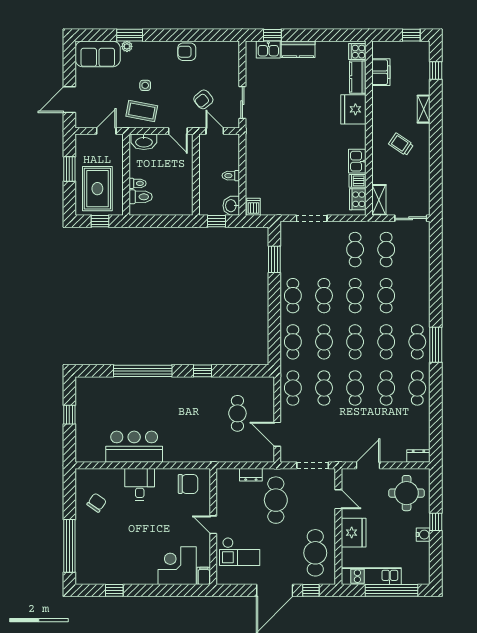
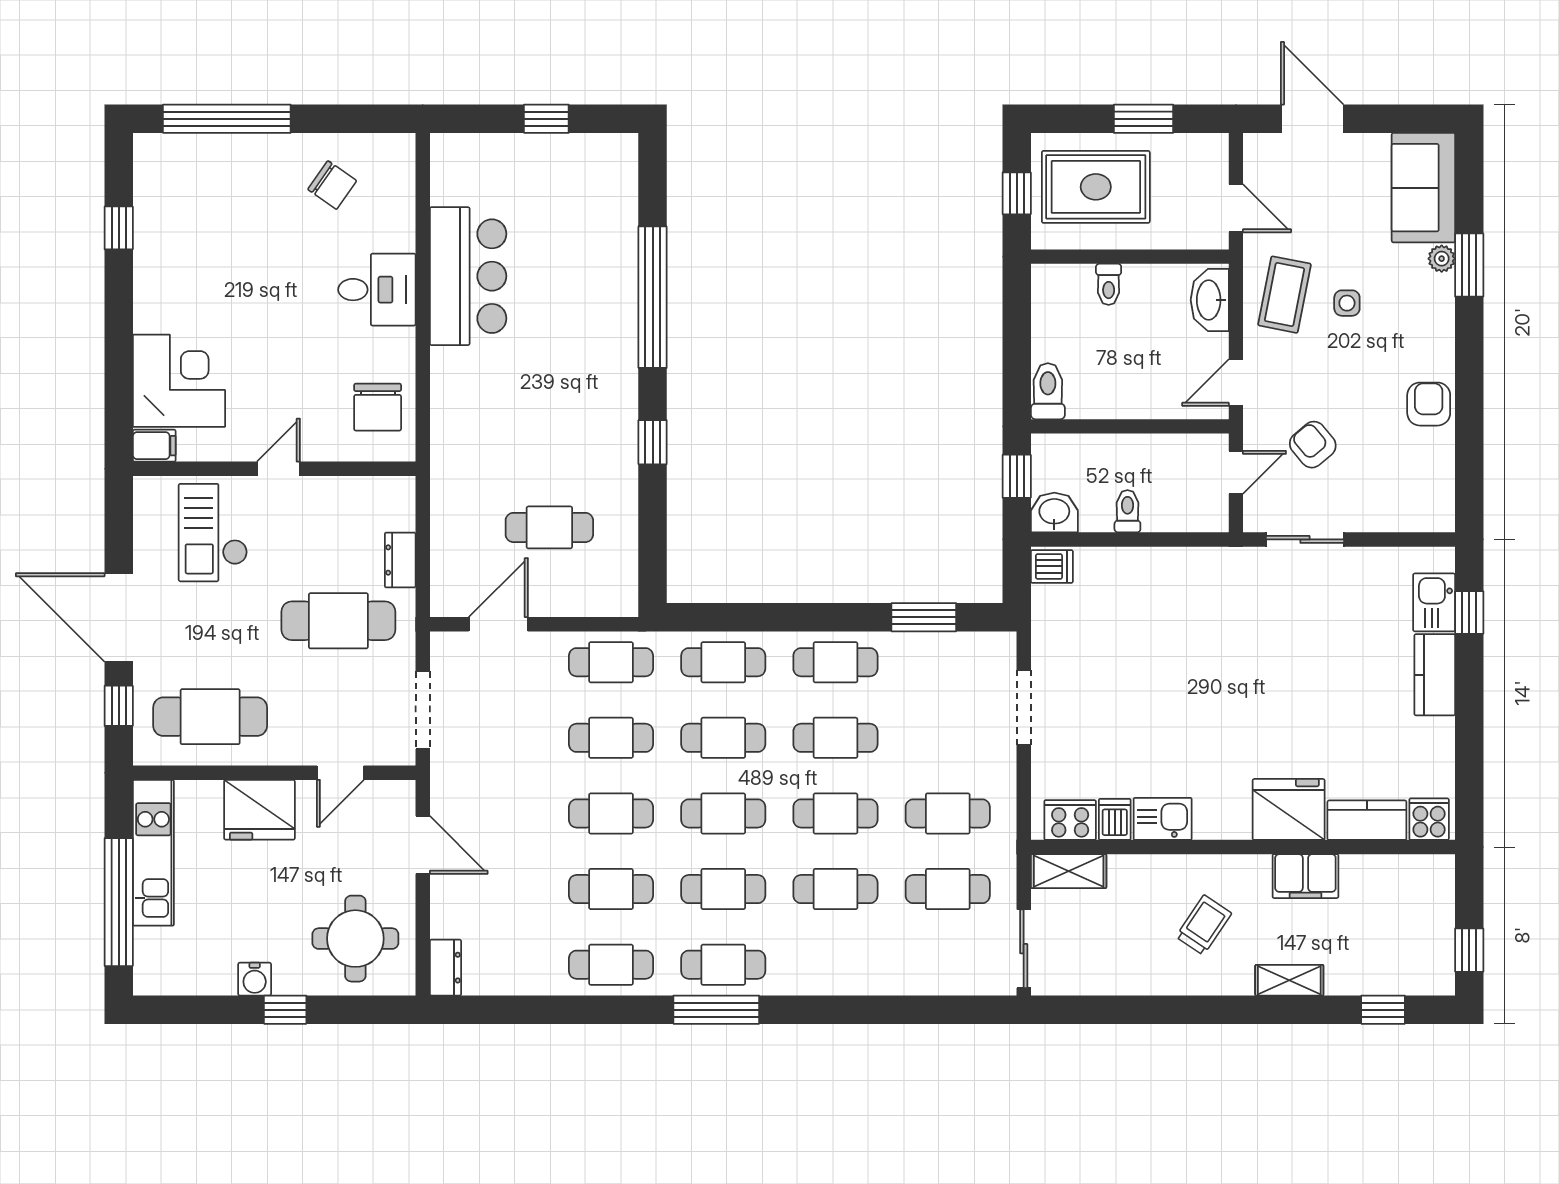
filing cabinet: (381, 72) -> (1305, 876), moved
toilet: (141, 197) -> (1048, 391), moved, turned 180

